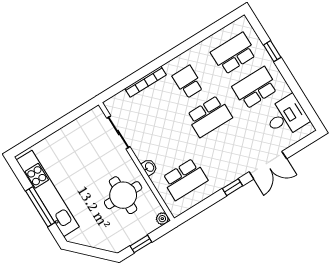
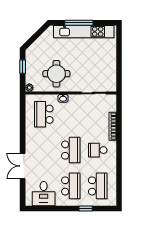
school desk: (188, 82) -> (98, 150), turned 180
school desk: (209, 116) -> (71, 150), turned 180
window: (232, 187) -> (23, 138), removed

